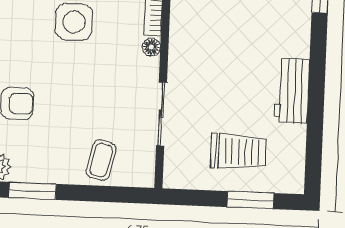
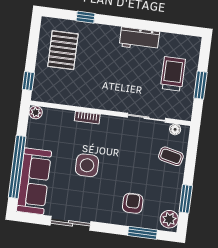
floor lamp: (151, 47) -> (175, 129), moved
window: (250, 200) -> (200, 85), moved

